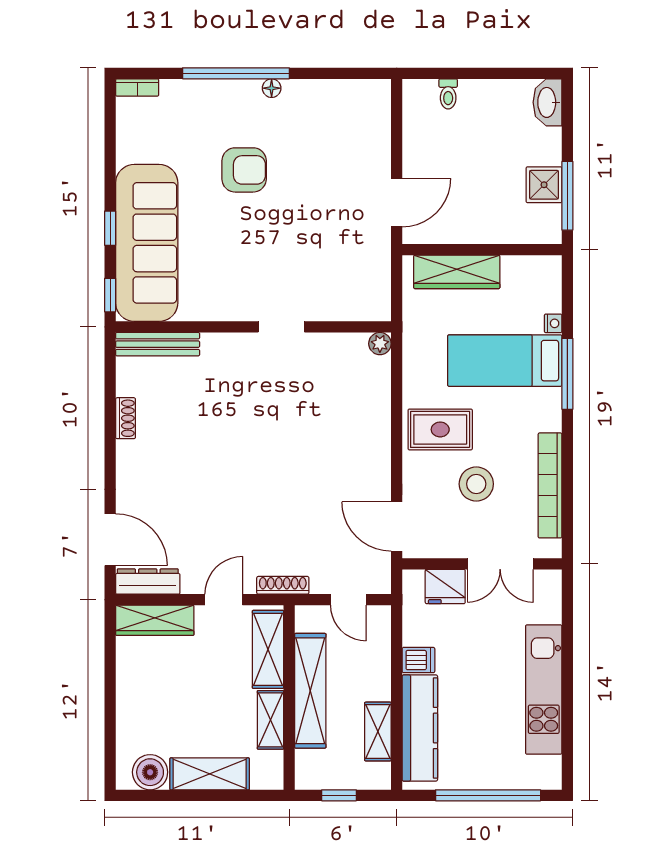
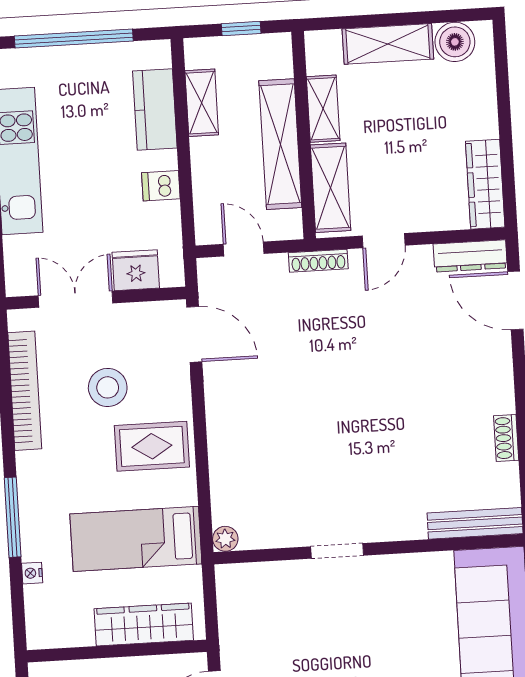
bed: (505, 361) -> (136, 539), moved, turned 180
wardrobe: (155, 620) -> (485, 184), moved, turned -90
kitchen counter: (420, 728) -> (155, 110), width x0.67

